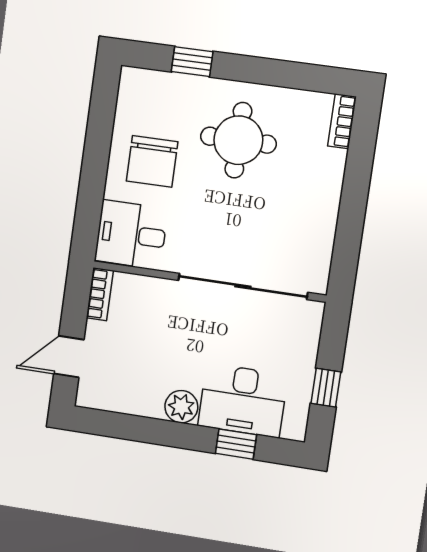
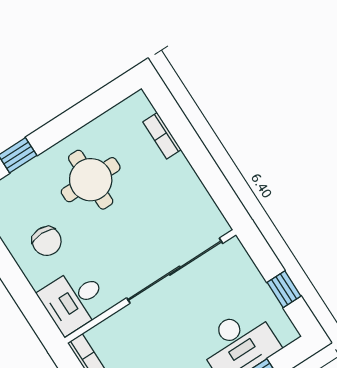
bookcase: (342, 121) -> (162, 136), moved
chair: (152, 161) -> (47, 241), width x0.73, depth x0.73

